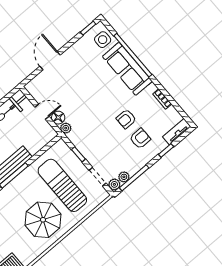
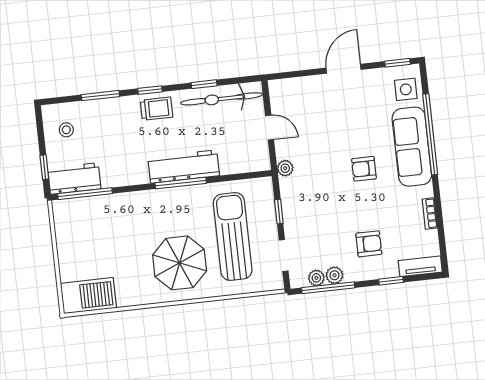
door: (50, 61) -> (344, 69), moved
floor lamp: (58, 118) -> (285, 149), removed
armchair: (126, 119) -> (364, 169), moved
plant: (114, 184) -> (334, 275), moved

